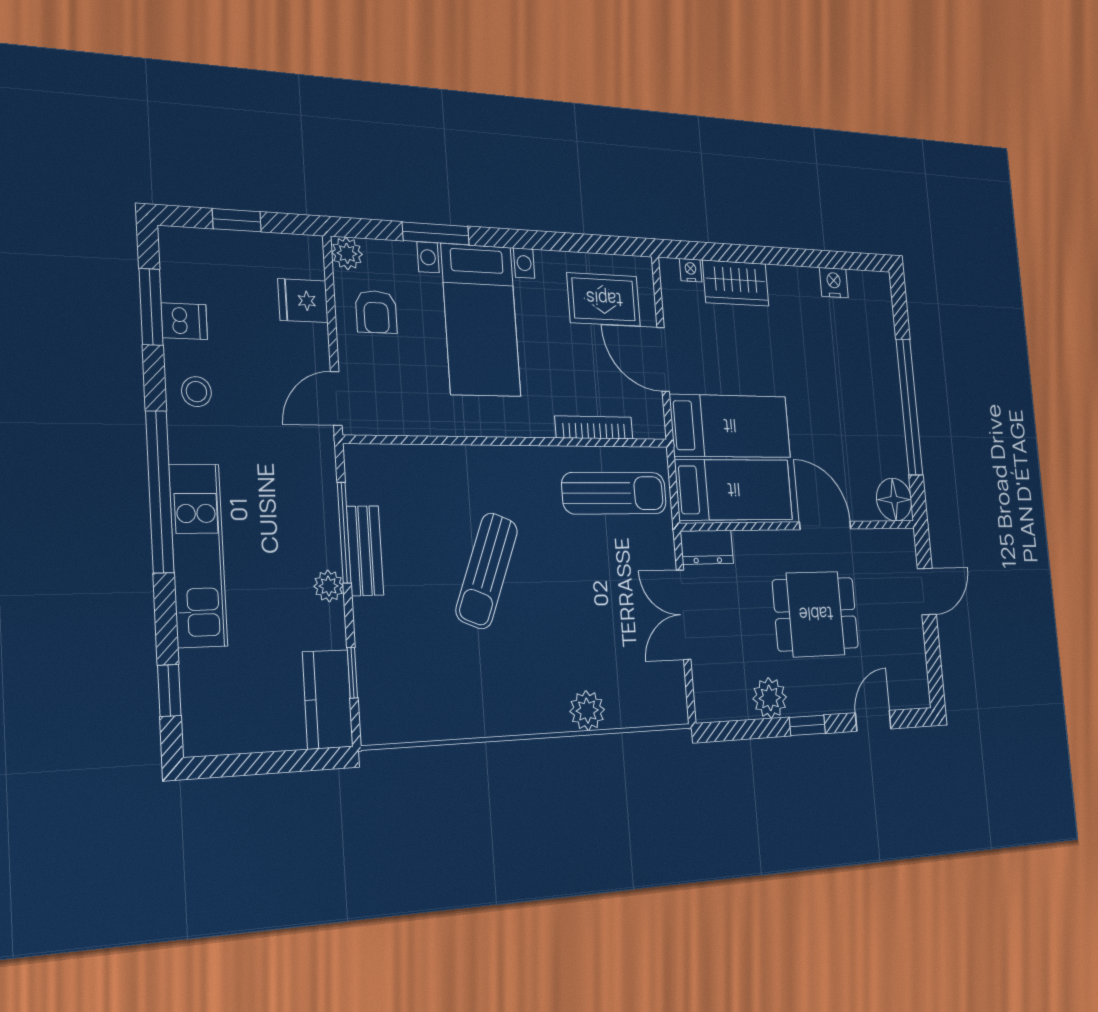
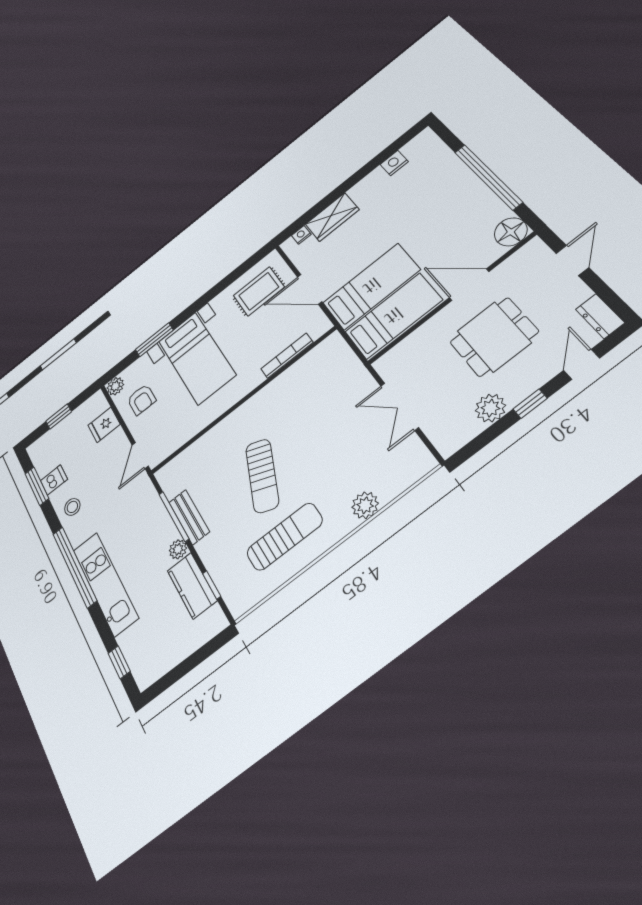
sun lounger: (614, 493) -> (285, 537), moved
dresser: (707, 547) -> (600, 316), moved, turned 90
kitchen counter: (328, 699) -> (192, 586), moved

